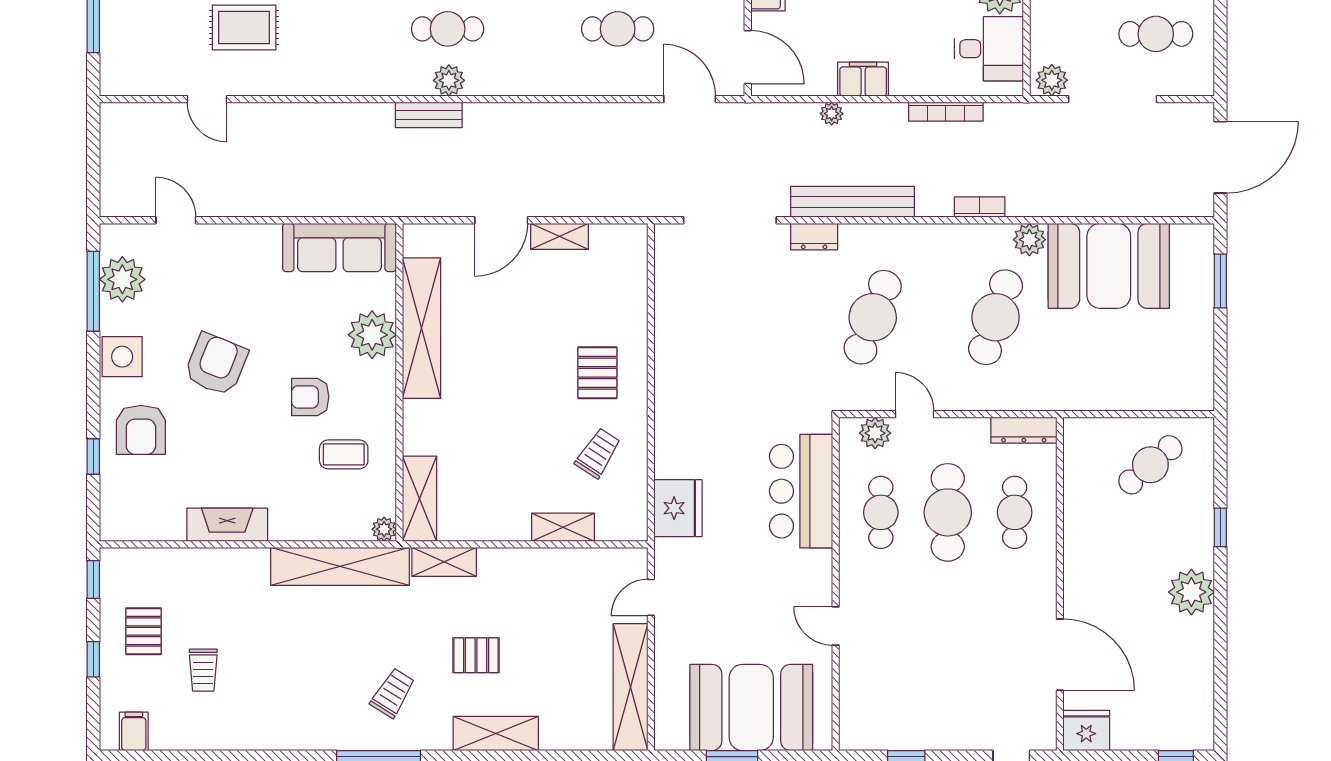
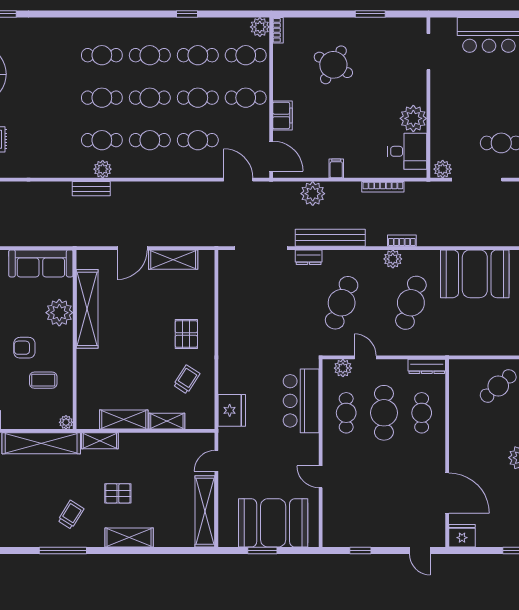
cafe table: (533, 29) -> (150, 140), added
filing cabinet: (863, 79) -> (336, 168), width x0.50
plant: (832, 114) -> (313, 194), width x1.88, depth x1.88
shelving: (560, 236) -> (173, 260), width x1.50, depth x1.33
plant: (1029, 240) -> (393, 259), moved
shelving: (419, 499) -> (124, 420), moved, turned 90

